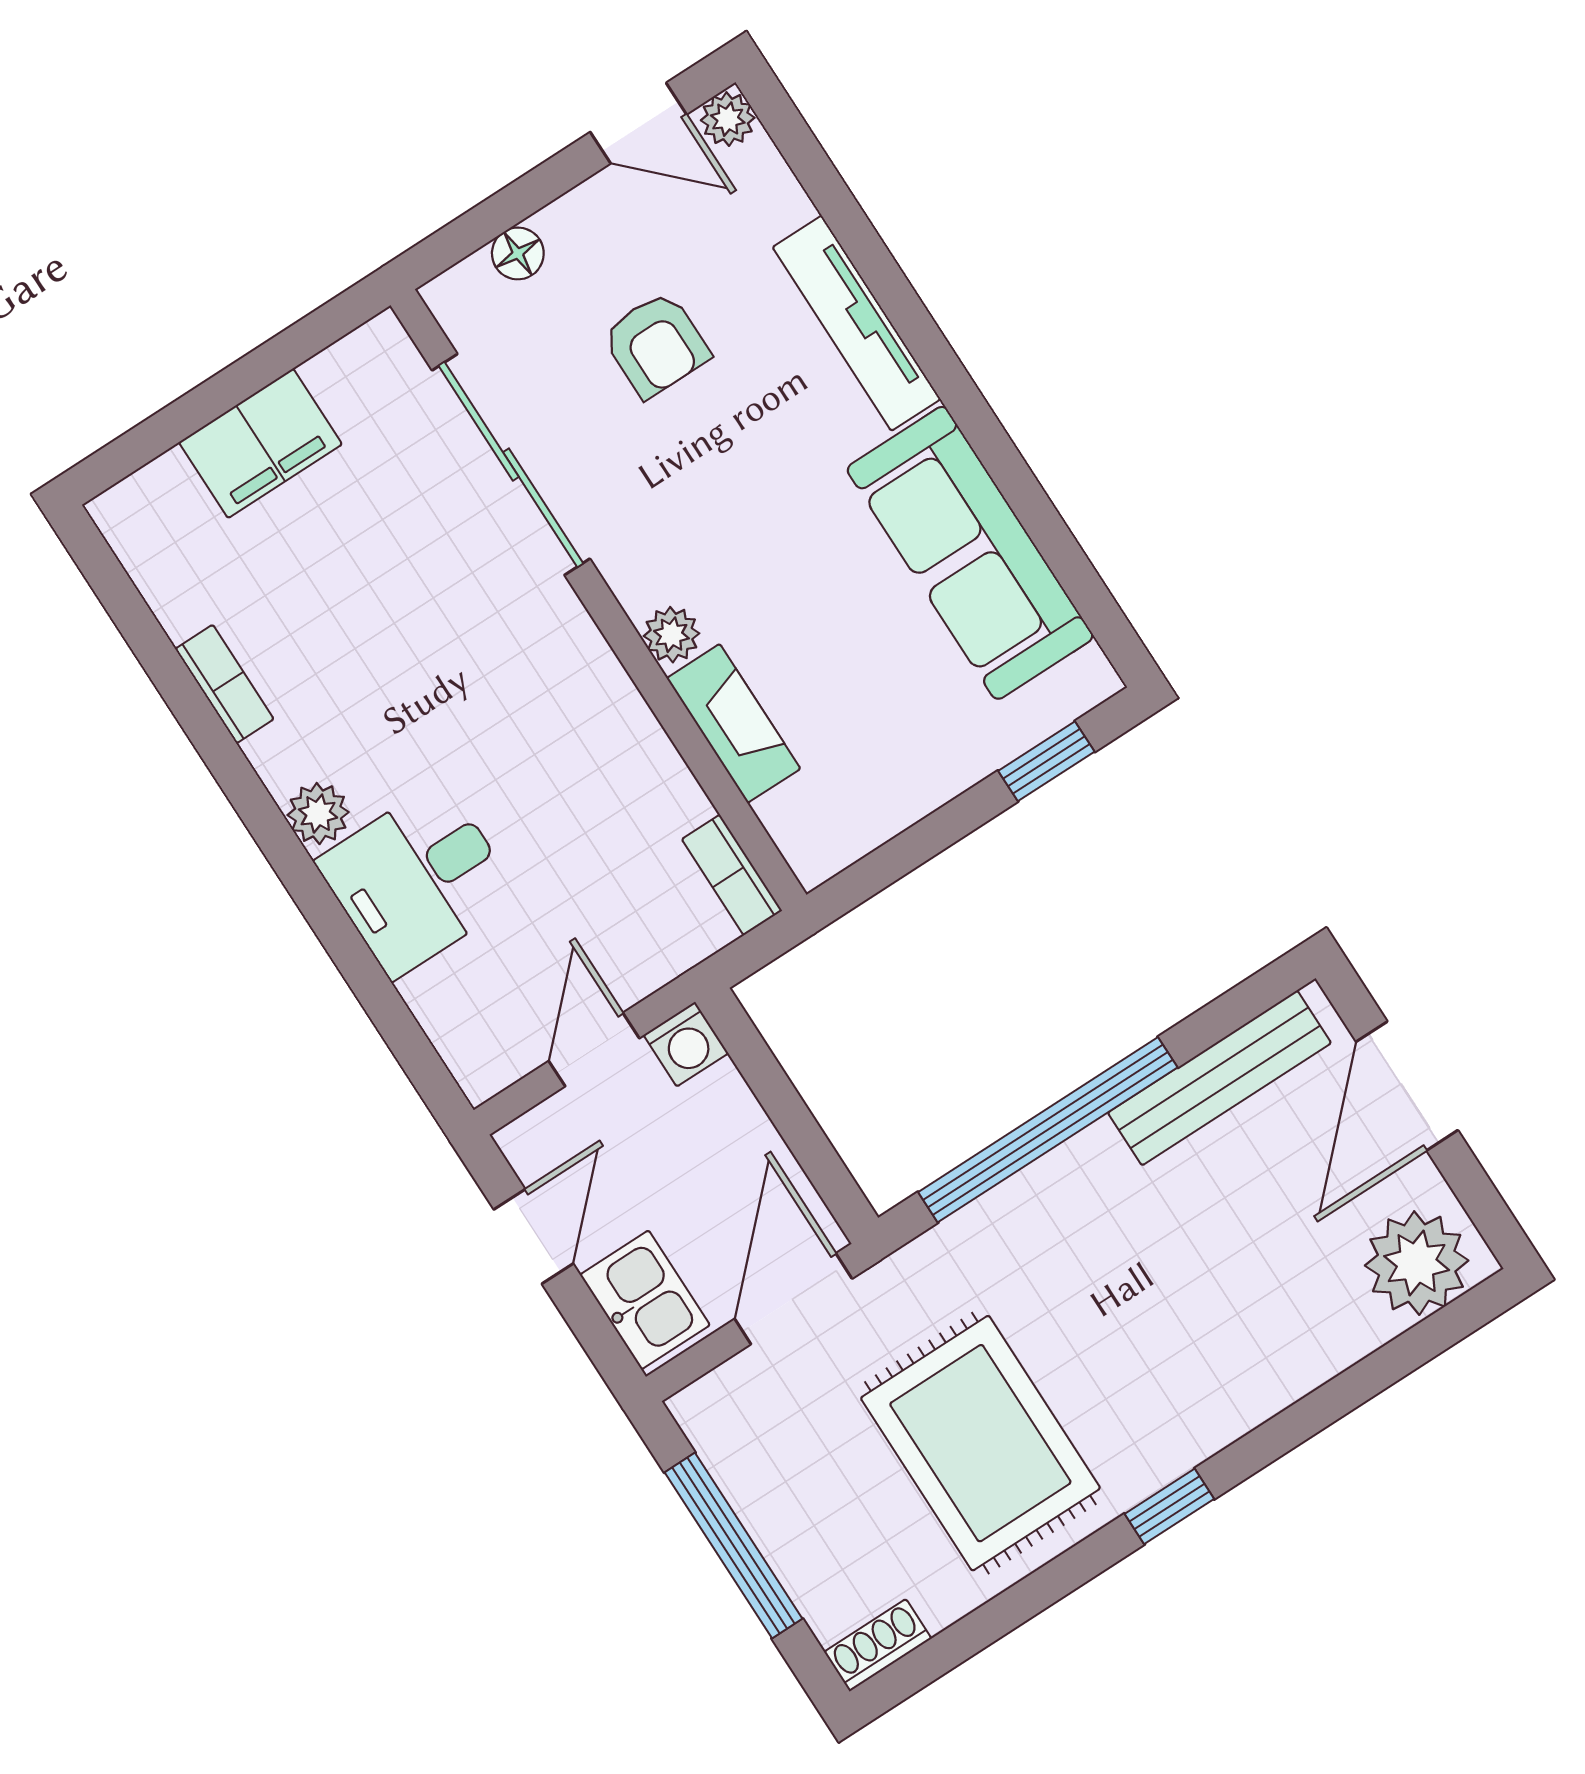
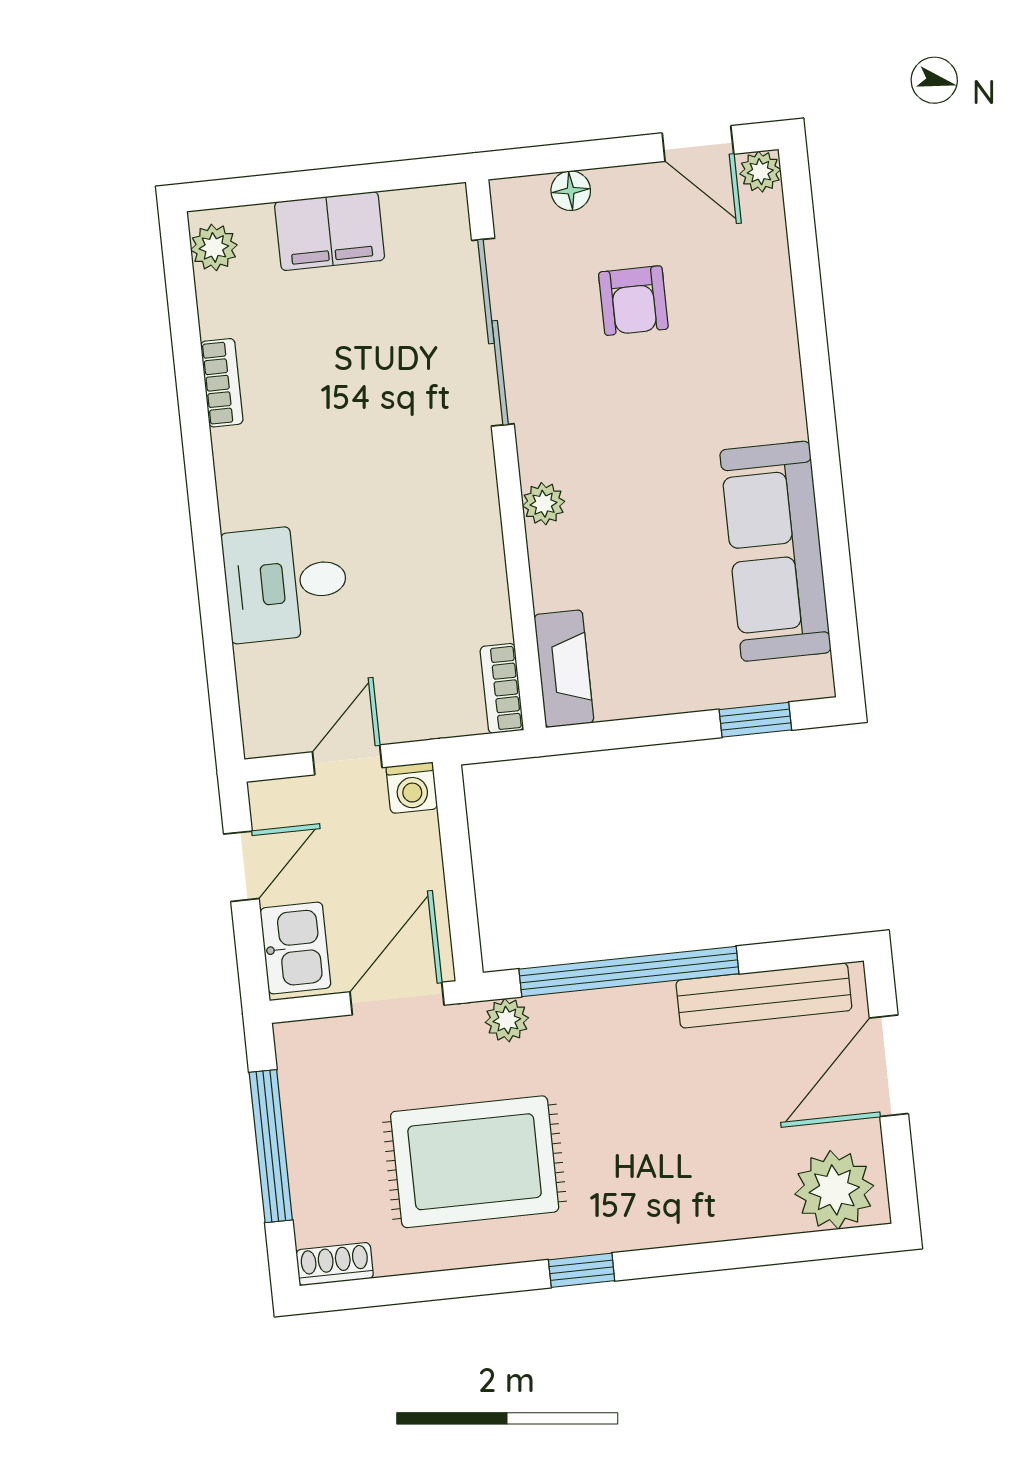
tv unit: (857, 323) -> (778, 355), removed
fireplace: (734, 723) -> (564, 669), moved
plant: (318, 814) -> (214, 247), moved
plant: (934, 1259) -> (507, 1020), added
rug: (980, 1443) -> (475, 1162), turned 90

